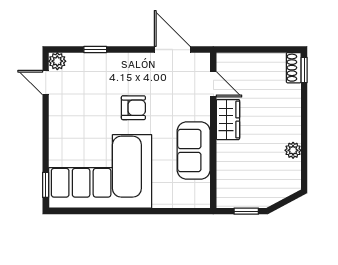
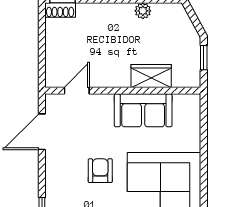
wardrobe: (228, 120) -> (151, 76), moved

